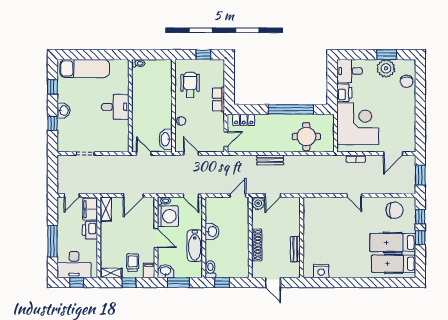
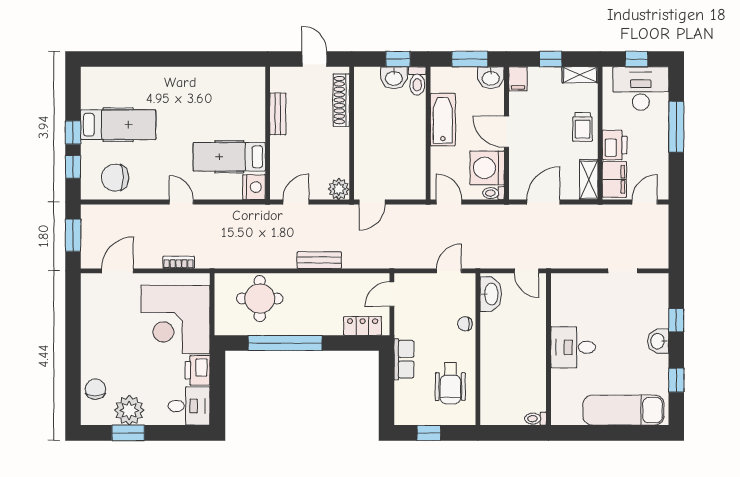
door: (191, 153) -> (449, 271), swing flipped
door: (273, 195) -> (296, 202), moved
washbasin: (212, 232) -> (394, 78), moved, turned -90
shoe rack: (257, 245) -> (341, 100), moved
trolley: (133, 263) -> (582, 127), moved
hospital bed: (394, 264) -> (229, 157), moved, turned 180
nightstand: (321, 271) -> (254, 187), moved, turned 90

